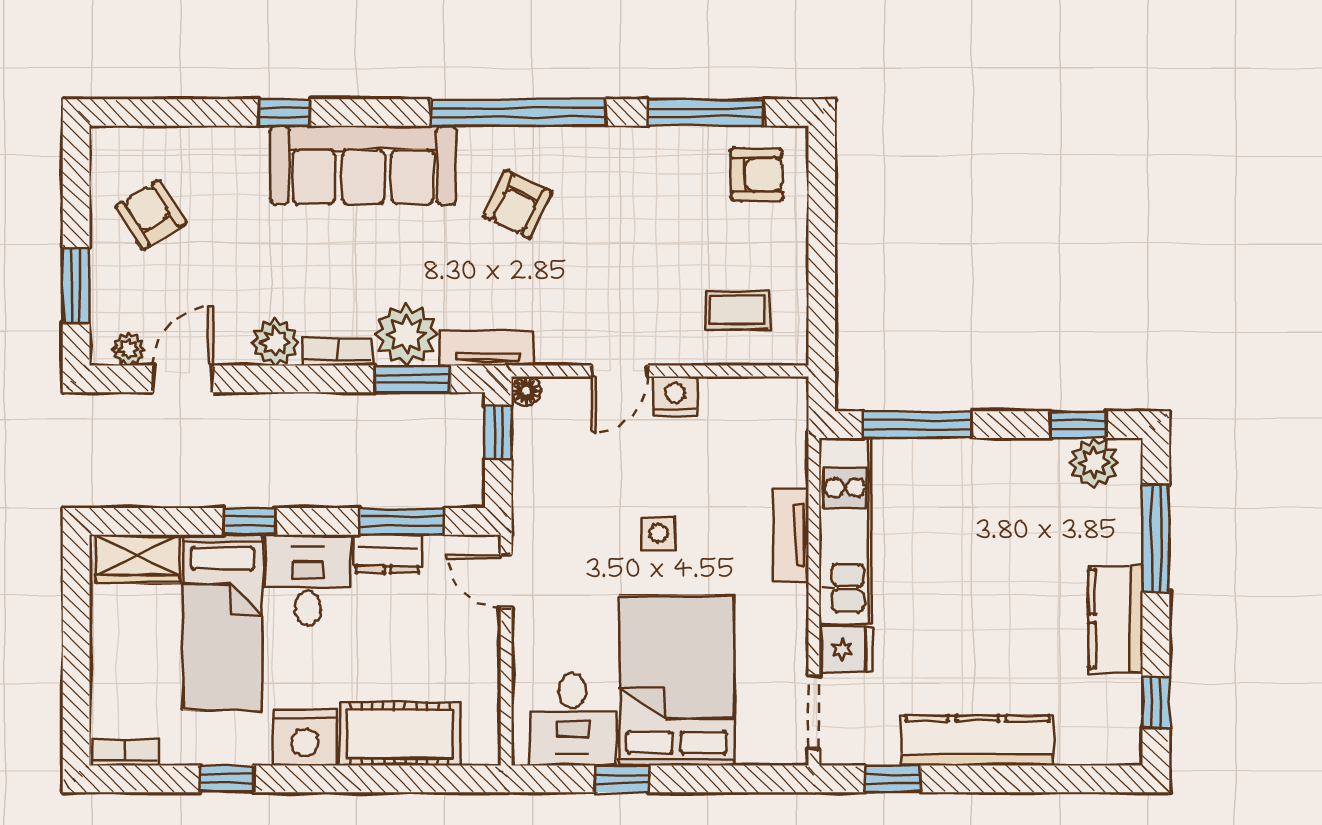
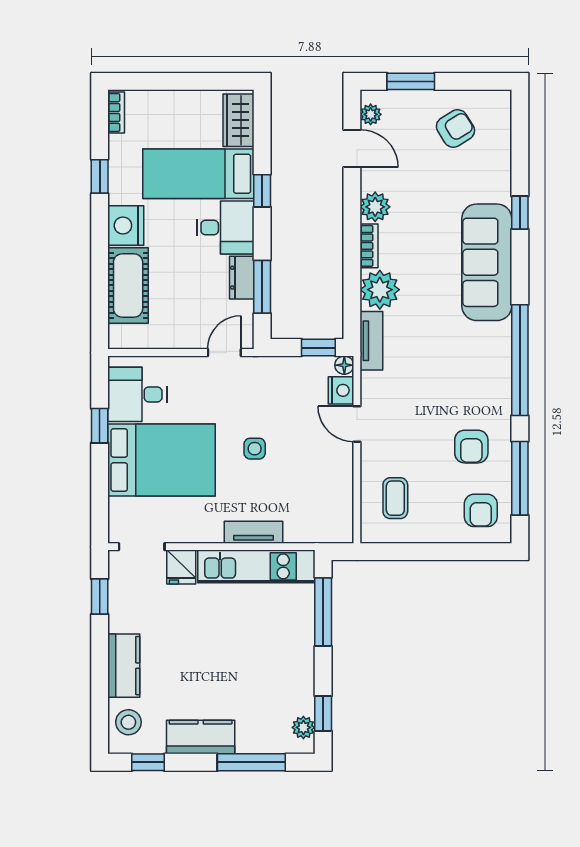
armchair: (518, 204) -> (471, 447), moved, turned -116
window: (413, 379) -> (352, 294), removed
nightstand: (675, 396) -> (341, 390), moved
plant: (1094, 462) -> (303, 727), width x0.73, depth x0.73
stool: (1092, 733) -> (128, 722), added
kitchen counter: (977, 741) -> (124, 666), width x0.67

